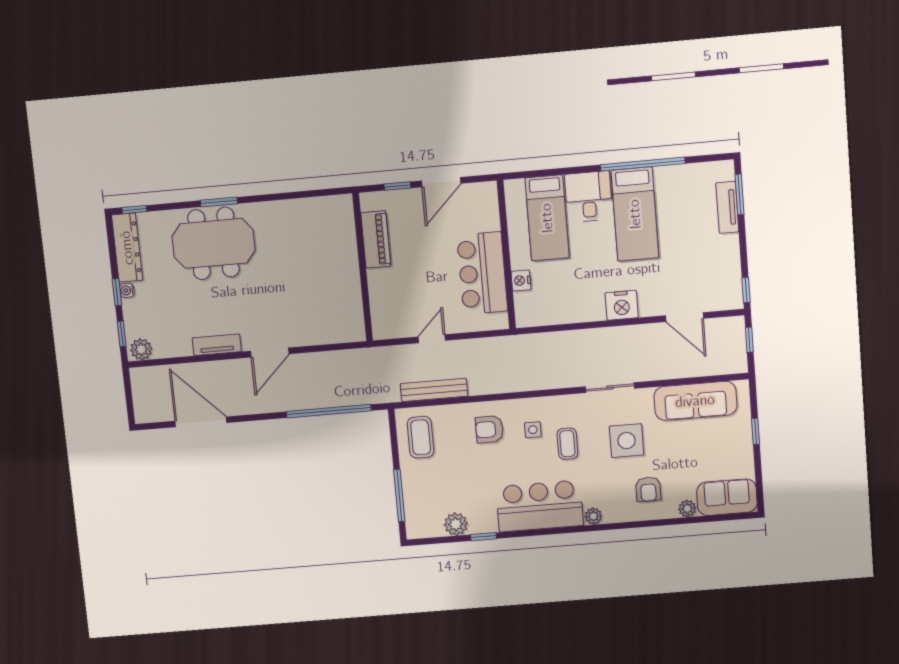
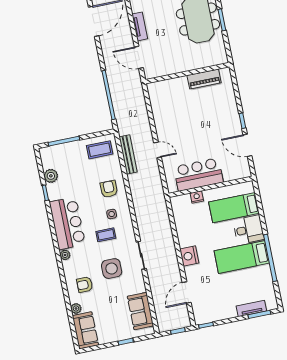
piano: (376, 239) -> (204, 79), moved
wall: (363, 267) -> (187, 73), moved
sofa: (695, 401) -> (140, 311), width x0.73

